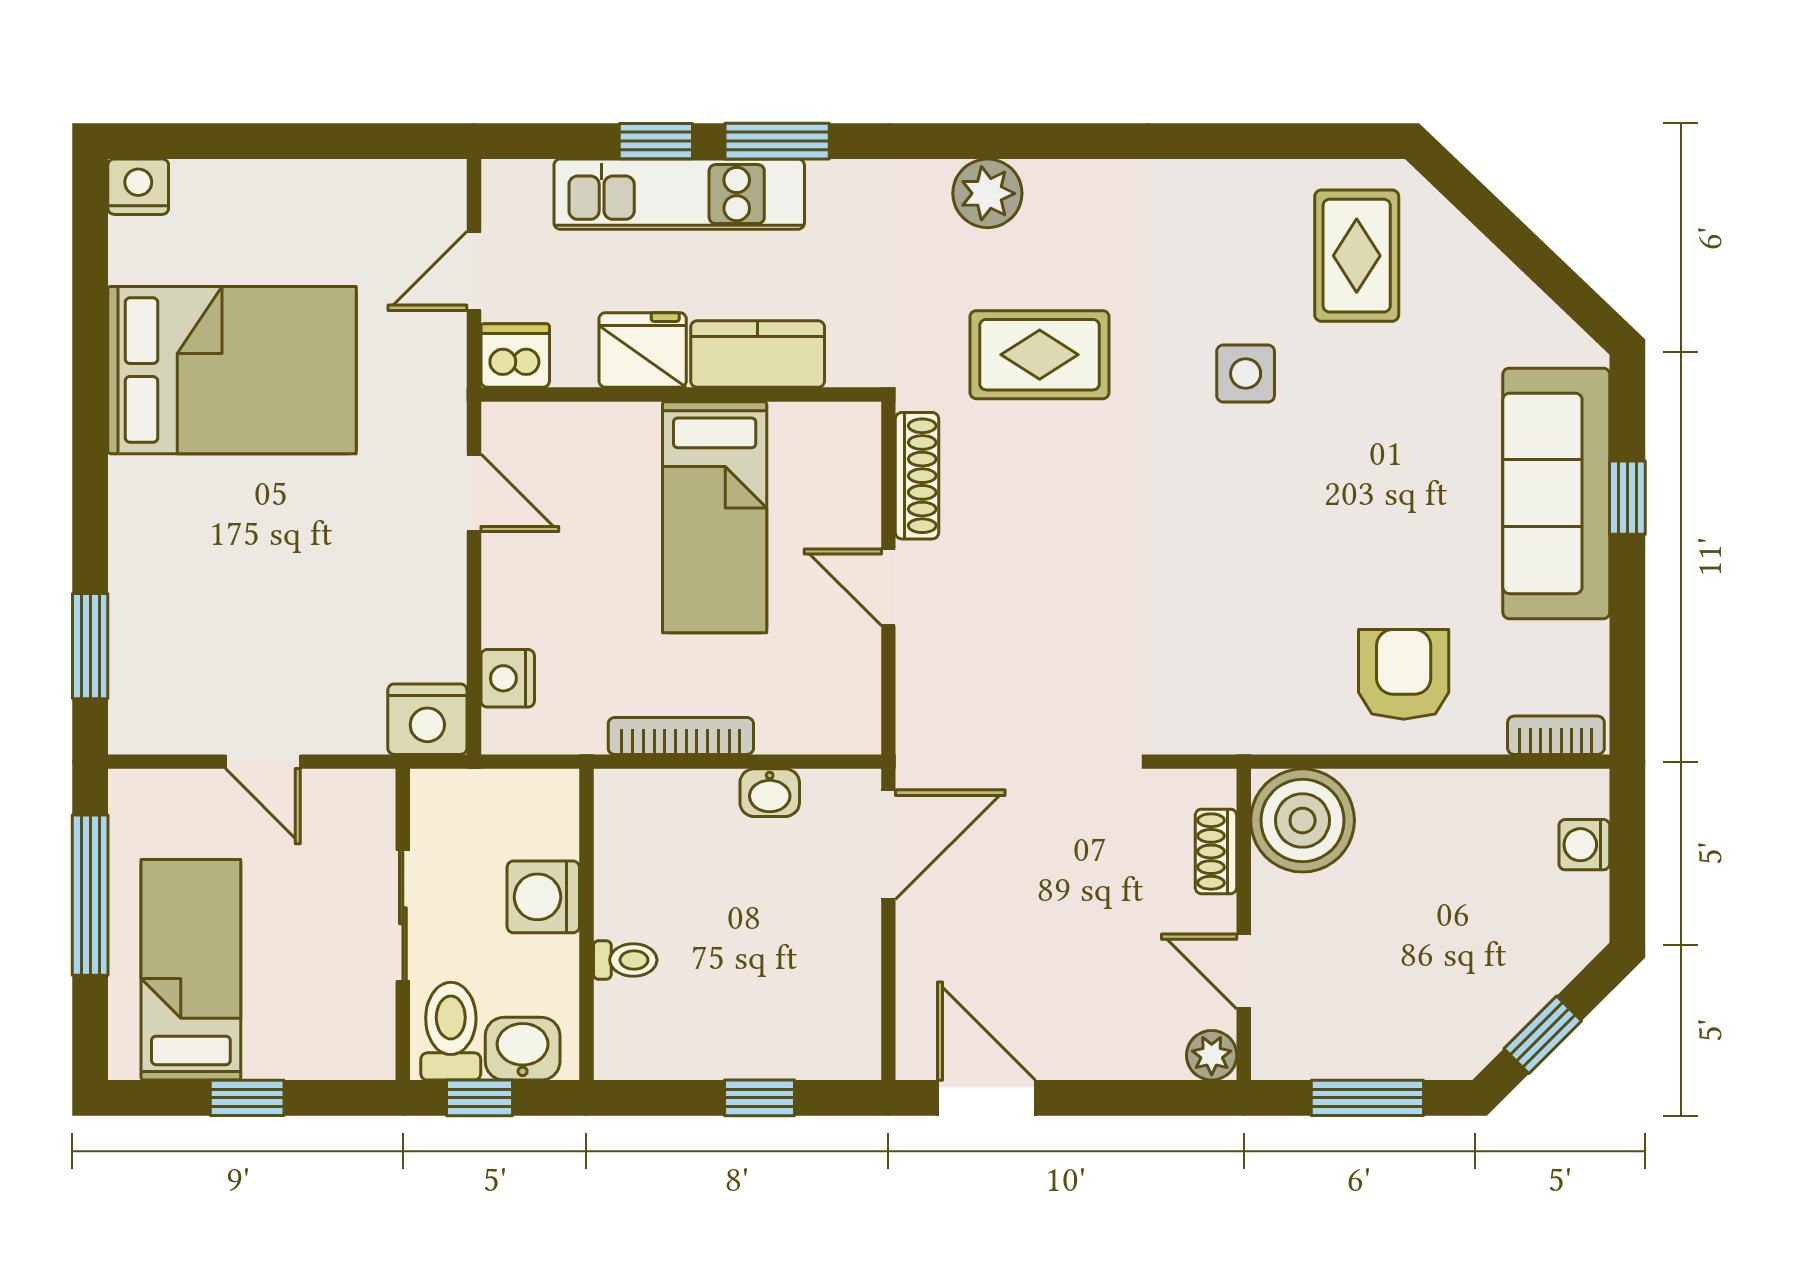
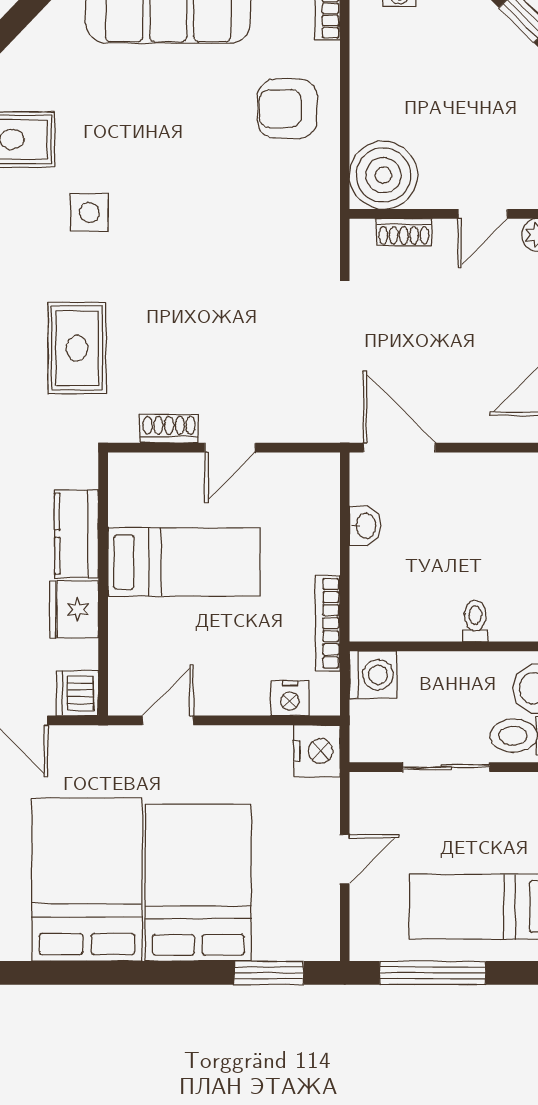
shoe rack: (917, 476) -> (169, 429), width x0.70
bed: (227, 539) -> (198, 883), added
bookcase: (681, 736) -> (328, 623), moved
washing machine: (543, 897) -> (373, 675), moved, turned -90

